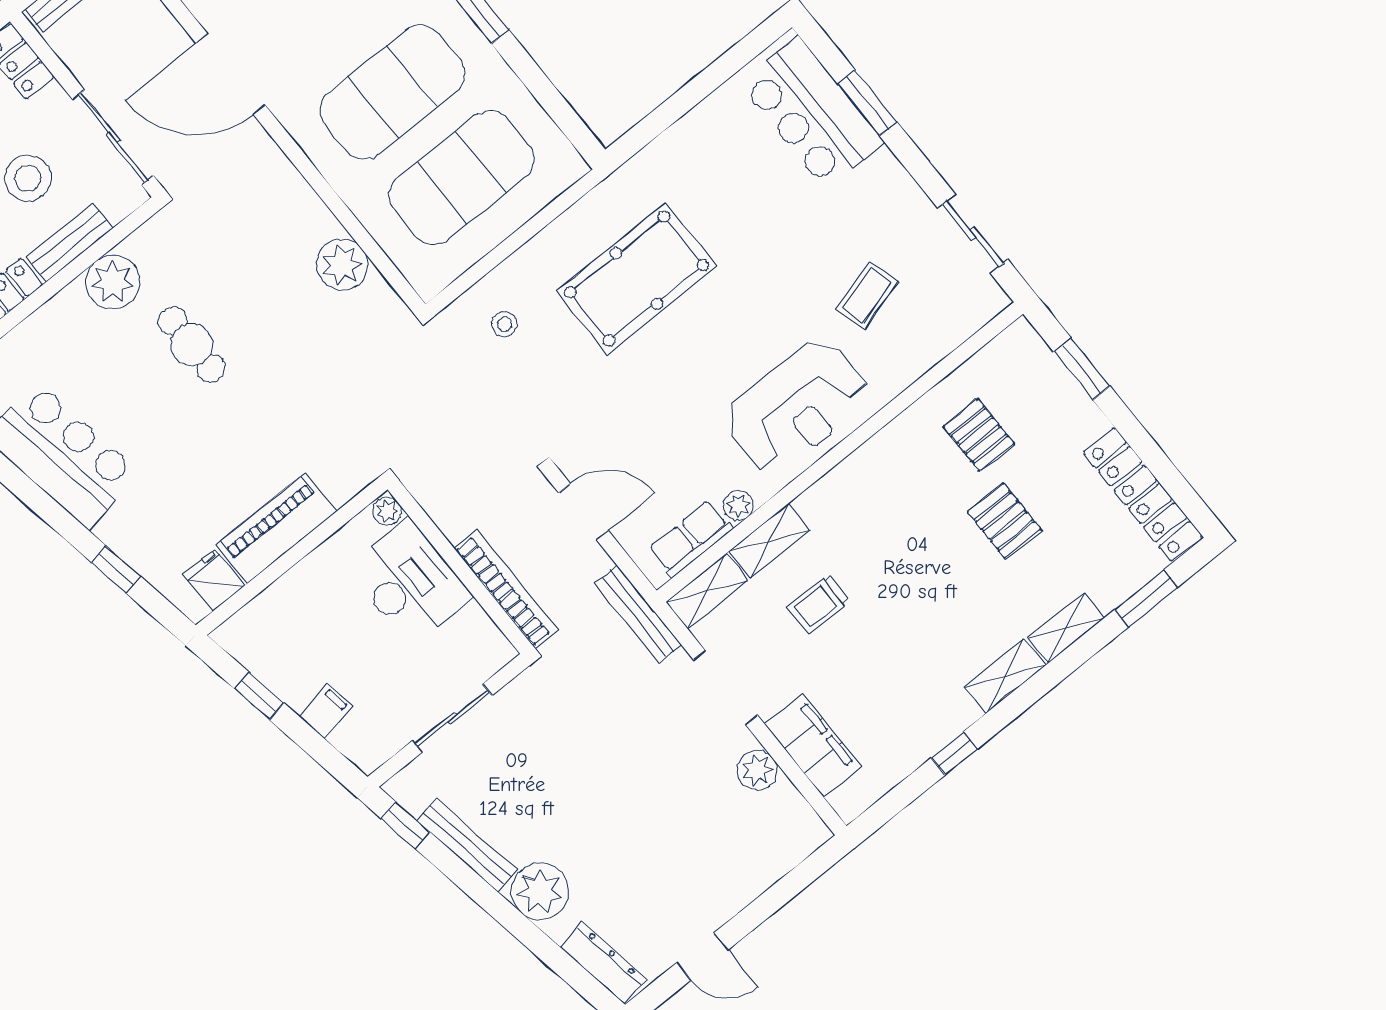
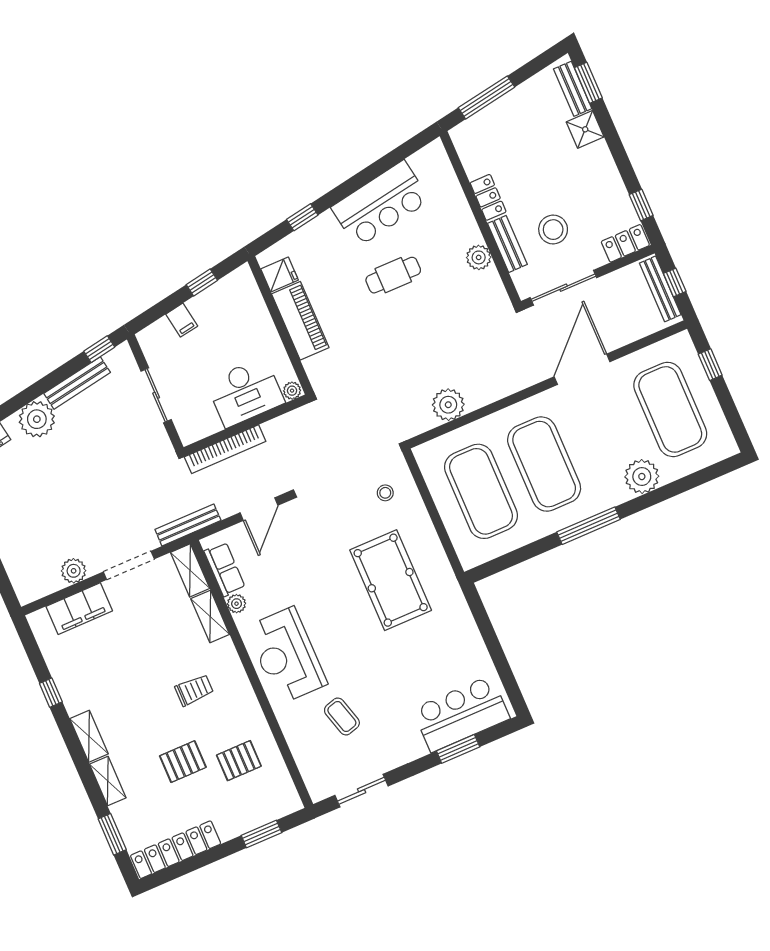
plant: (113, 282) -> (479, 257), width x0.73, depth x0.73
cafe table: (192, 345) -> (393, 275), moved
trolley: (819, 604) -> (194, 690), moved, turned 90

